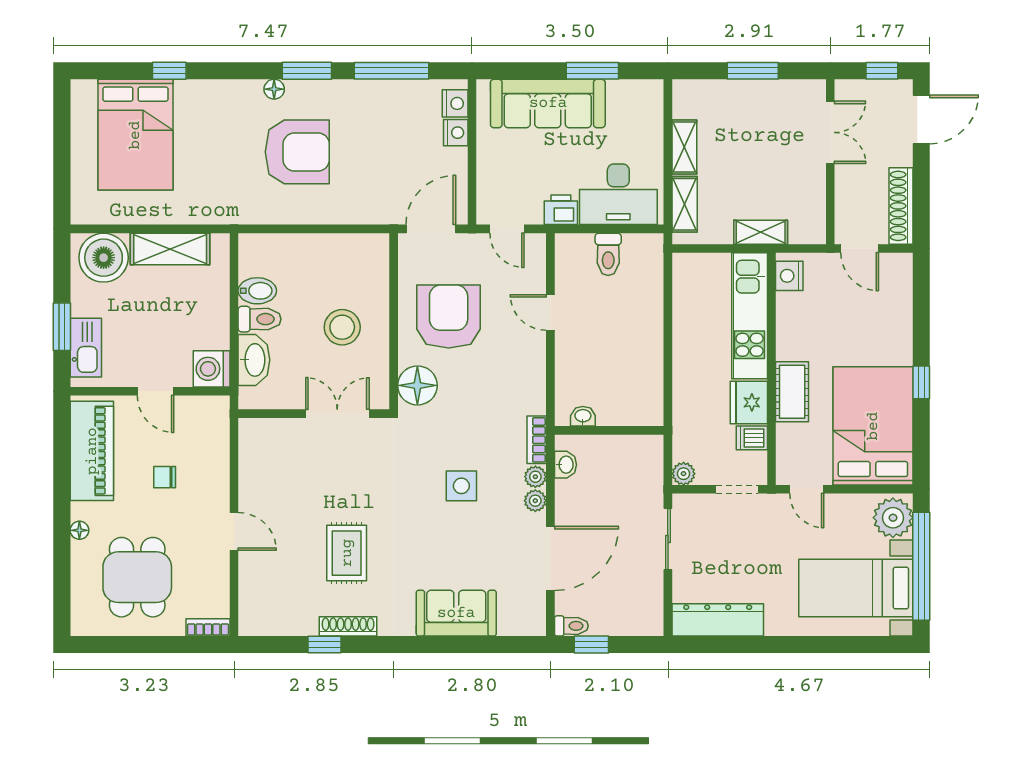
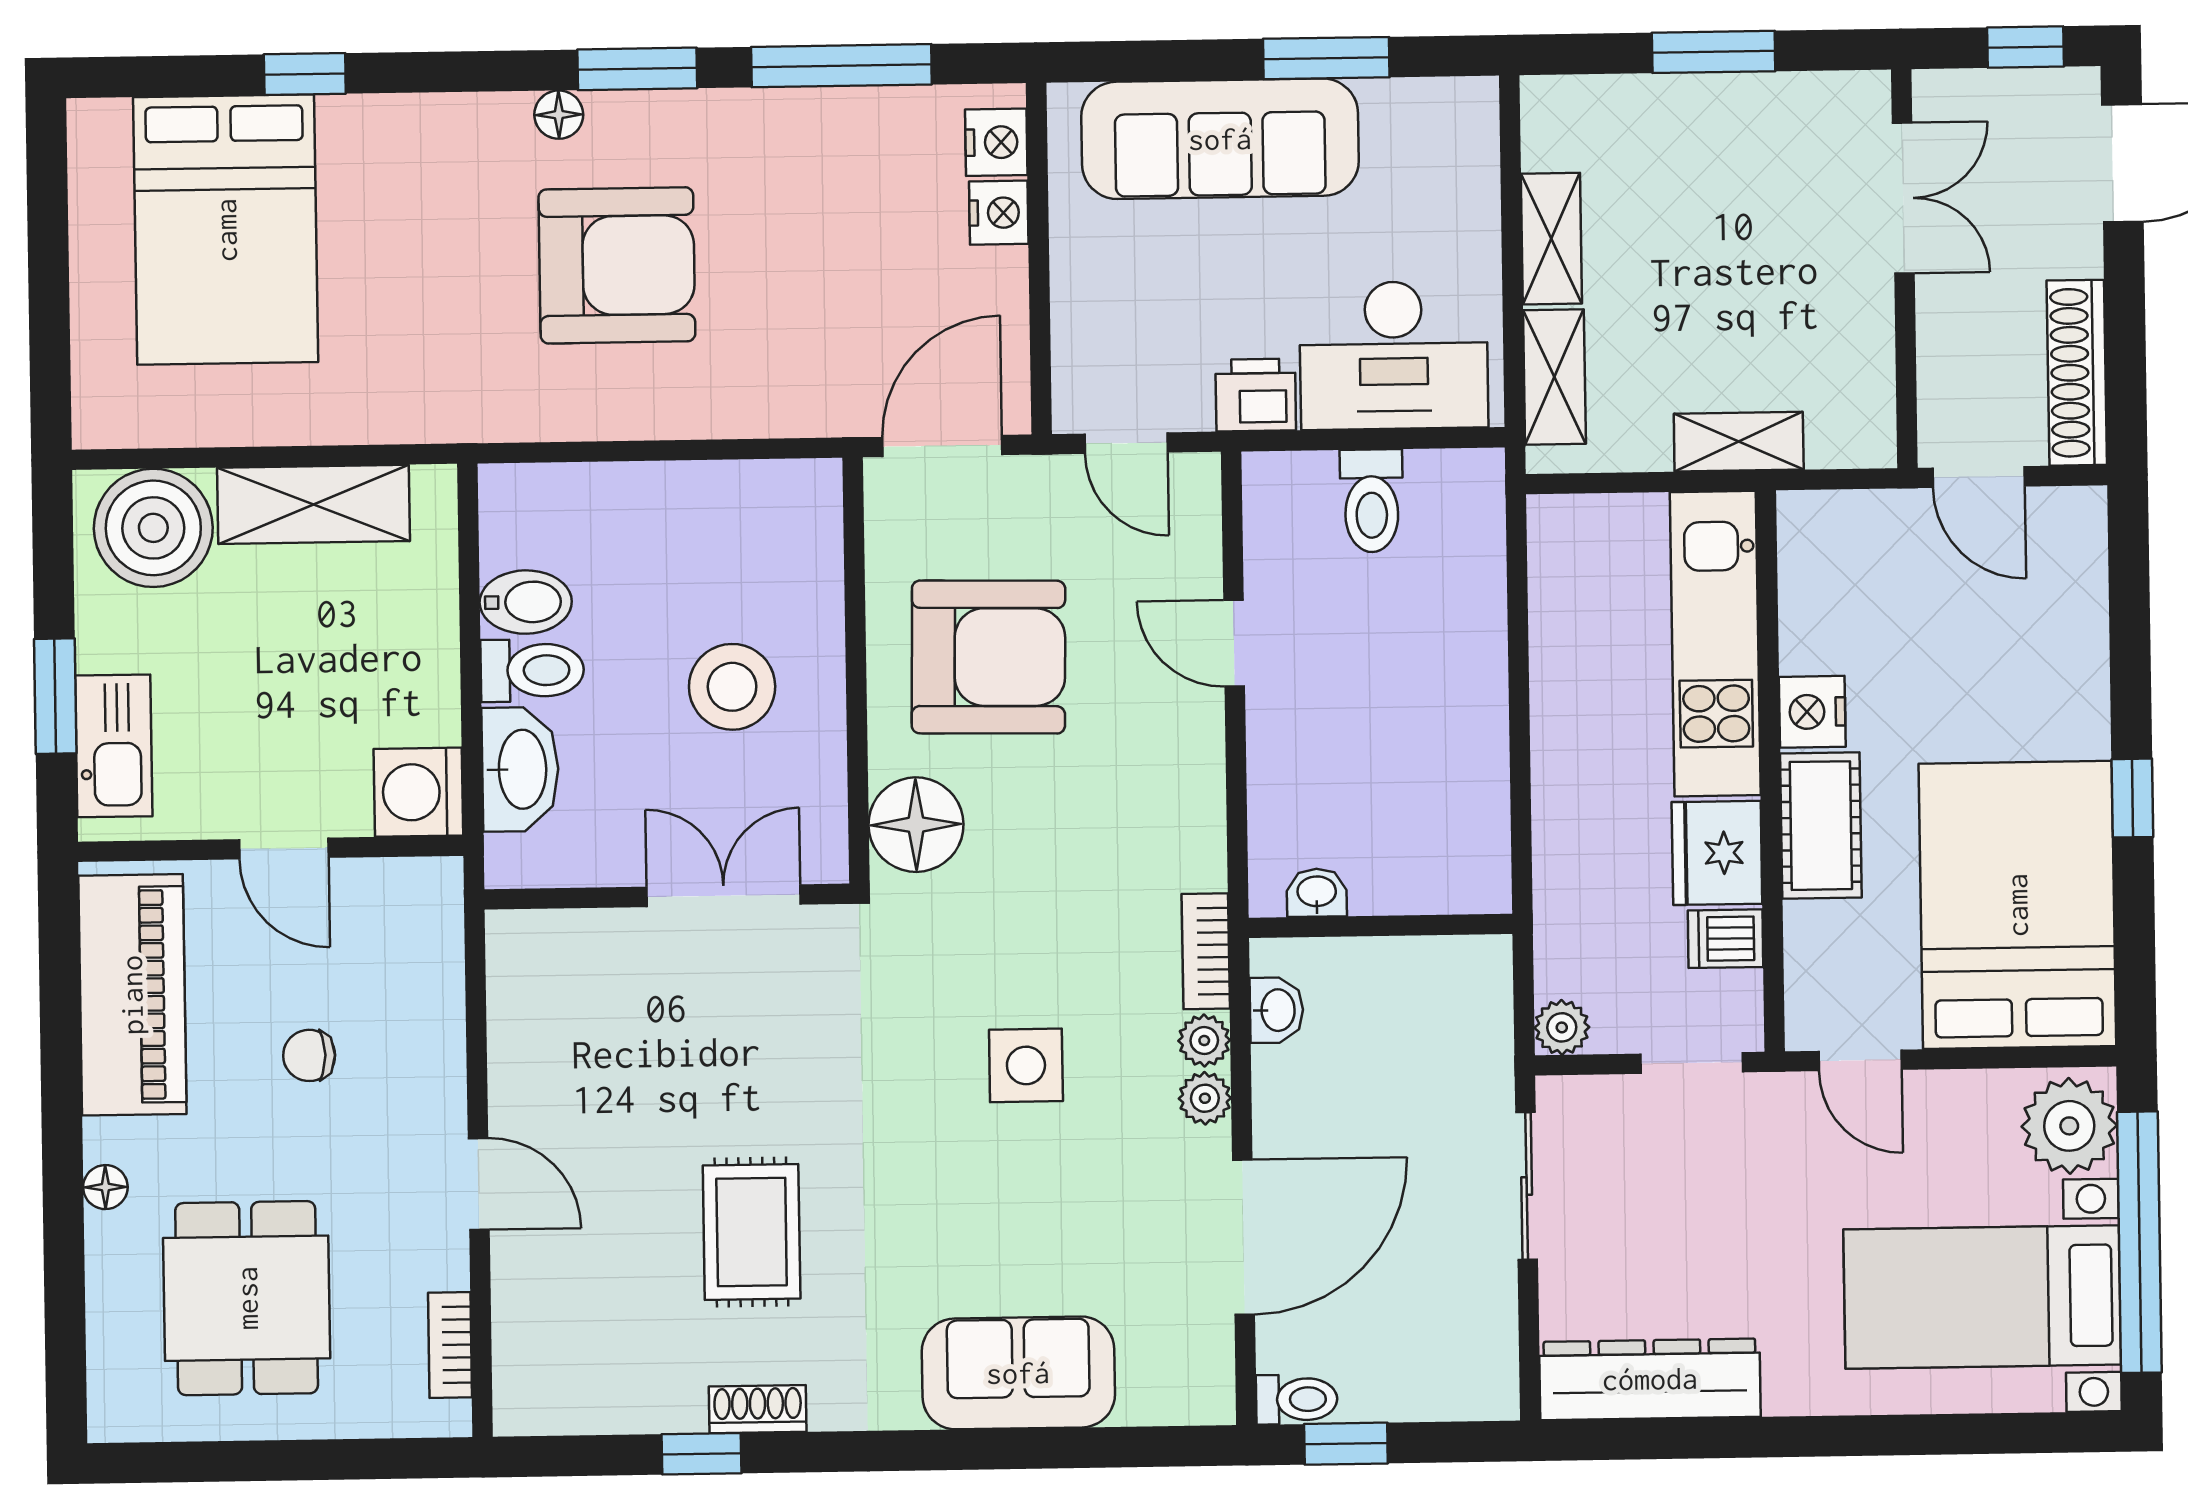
nightstand: (789, 276) -> (1812, 712), moved
armchair: (449, 317) -> (988, 657), turned 91
shoe rack: (348, 626) -> (758, 1409), width x0.70
bookcase: (208, 627) -> (450, 1345), moved, turned -90

